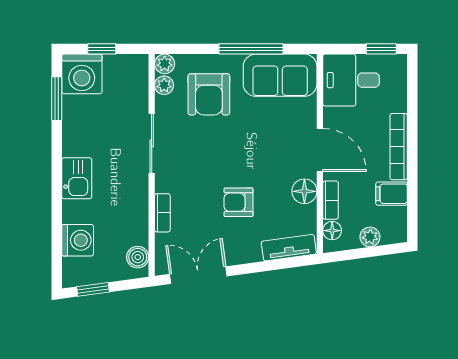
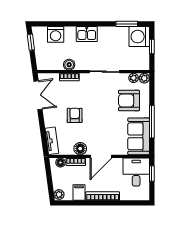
window: (381, 49) -> (152, 173), moved
plant: (370, 237) -> (59, 195), moved
boiler: (138, 257) -> (69, 65), moved

